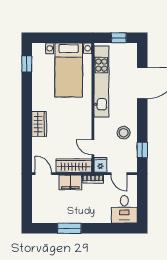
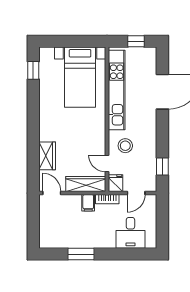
wardrobe: (39, 124) -> (47, 156), moved
stool: (124, 133) -> (125, 146), moved
door: (119, 174) -> (136, 193), hinge flipped
filing cabinet: (70, 182) -> (88, 203), width x0.50
desk: (124, 209) -> (130, 233), moved

